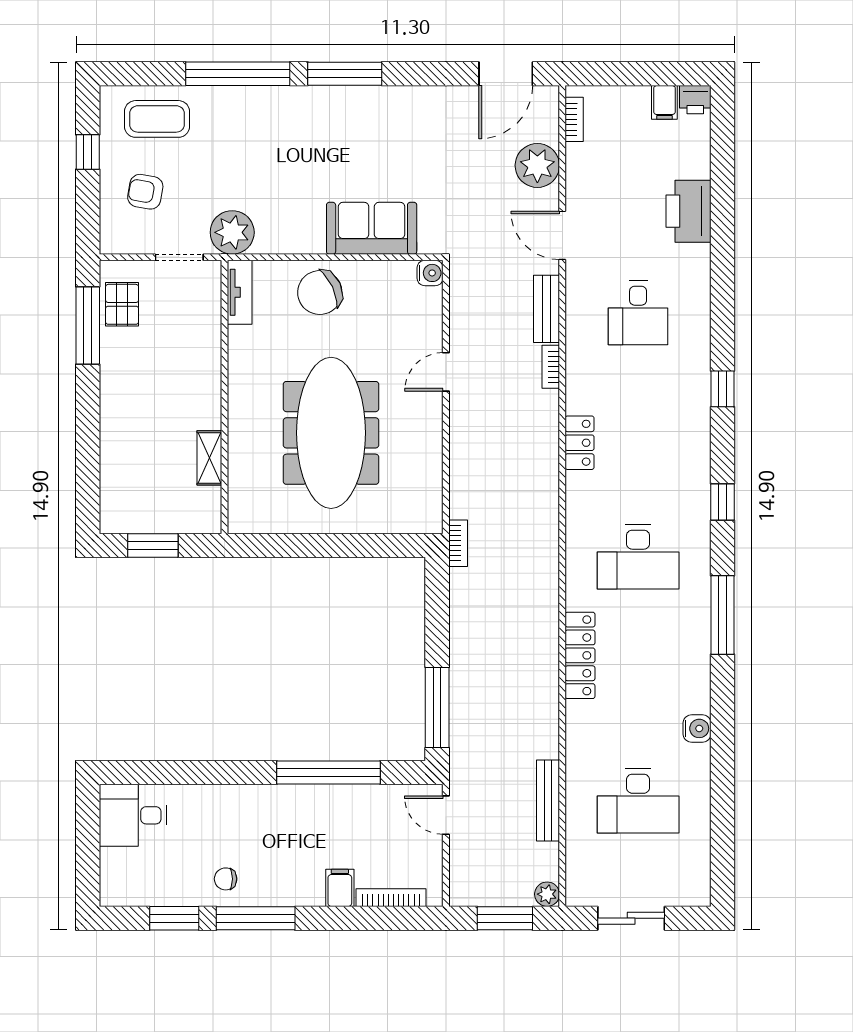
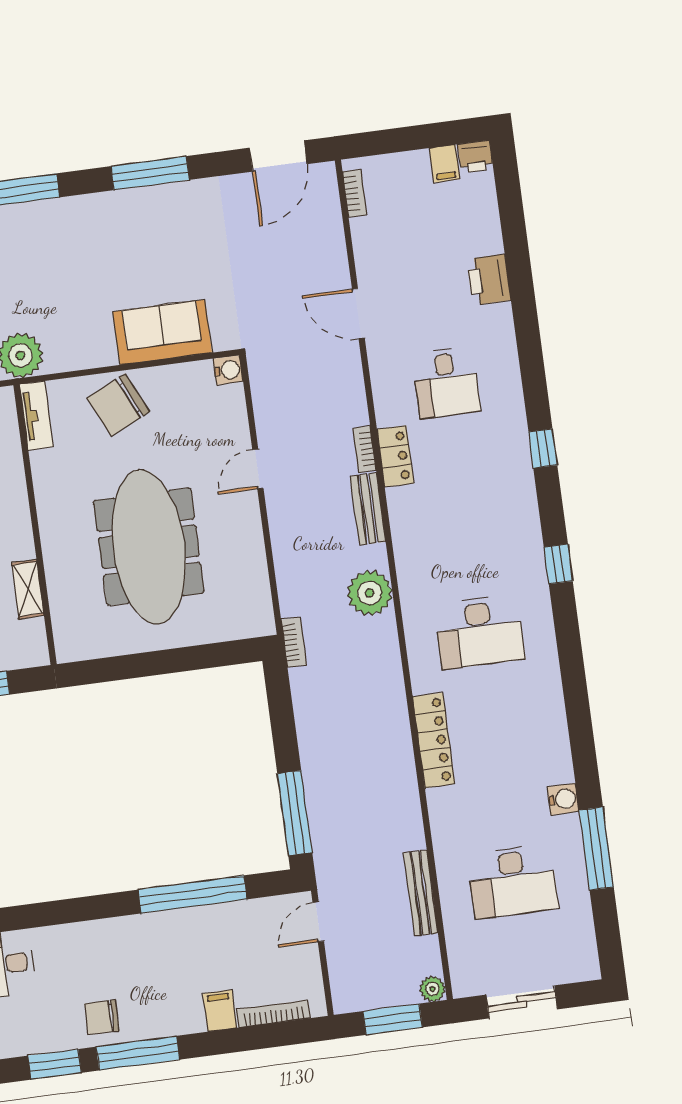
window: (345, 74) -> (150, 173), moved
plant: (537, 165) -> (370, 593), moved
printer: (688, 211) -> (489, 280), width x0.73, depth x0.84
bench: (546, 309) -> (368, 509), moved
locker: (580, 443) -> (395, 456), moved
window: (722, 615) -> (596, 849), moved
door: (446, 815) -> (318, 922), hinge flipped
chair: (226, 879) -> (102, 1017), width x1.37, depth x1.37

